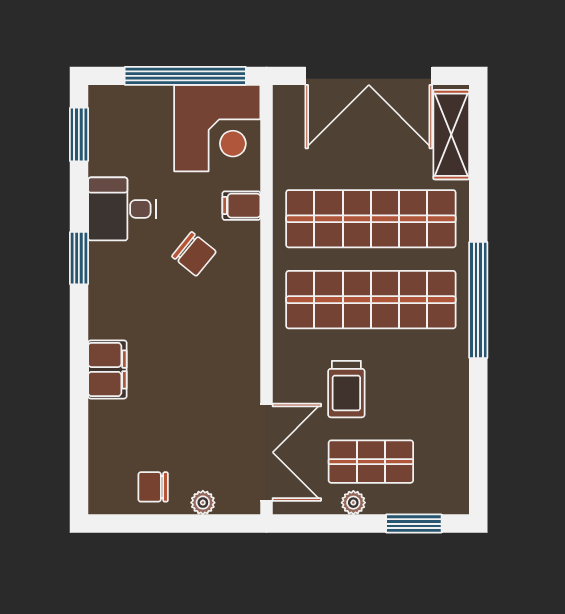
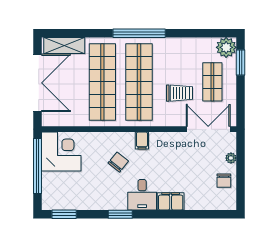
filing cabinet: (241, 206) -> (142, 141), moved
desk: (122, 209) -> (142, 195), moved
plant: (353, 503) -> (226, 47), moved, width x1.88, depth x1.88

